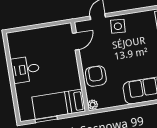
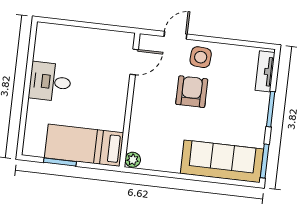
armchair: (96, 76) -> (192, 92), moved

